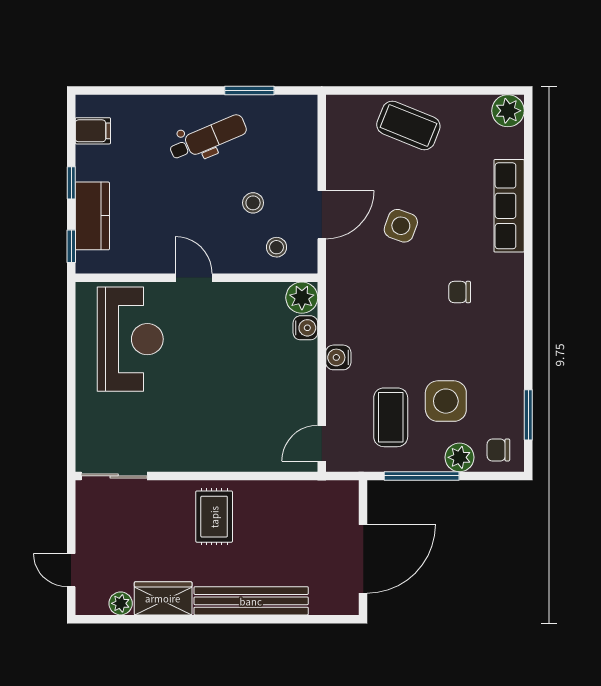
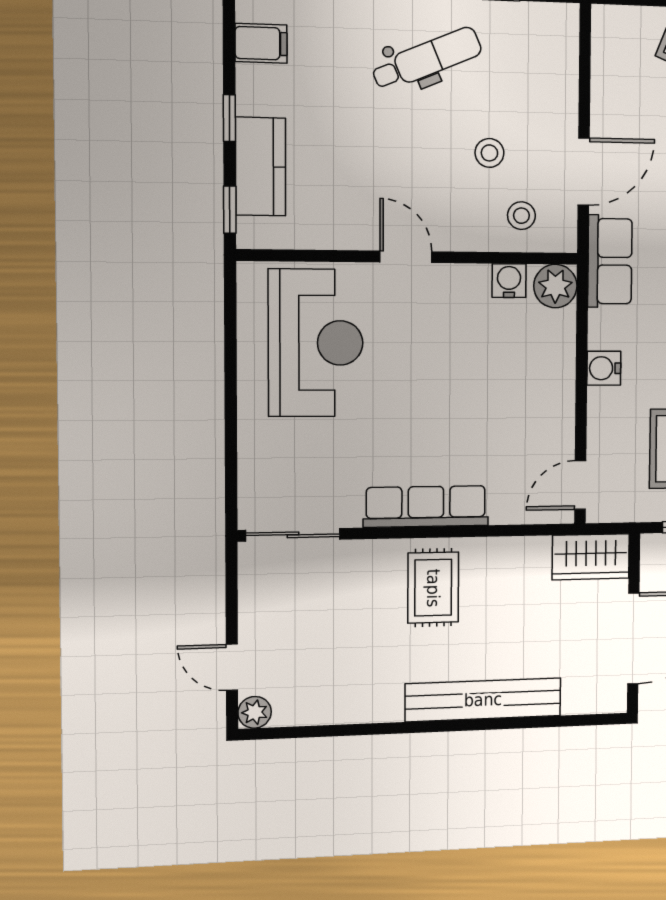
row of seats: (342, 279) -> (610, 261), added
water cooler: (305, 328) -> (509, 281), moved, turned -90
row of seats: (209, 457) -> (426, 506), added
wardrobe: (163, 598) -> (591, 557), moved, turned 180
plant: (121, 603) -> (255, 712), moved

